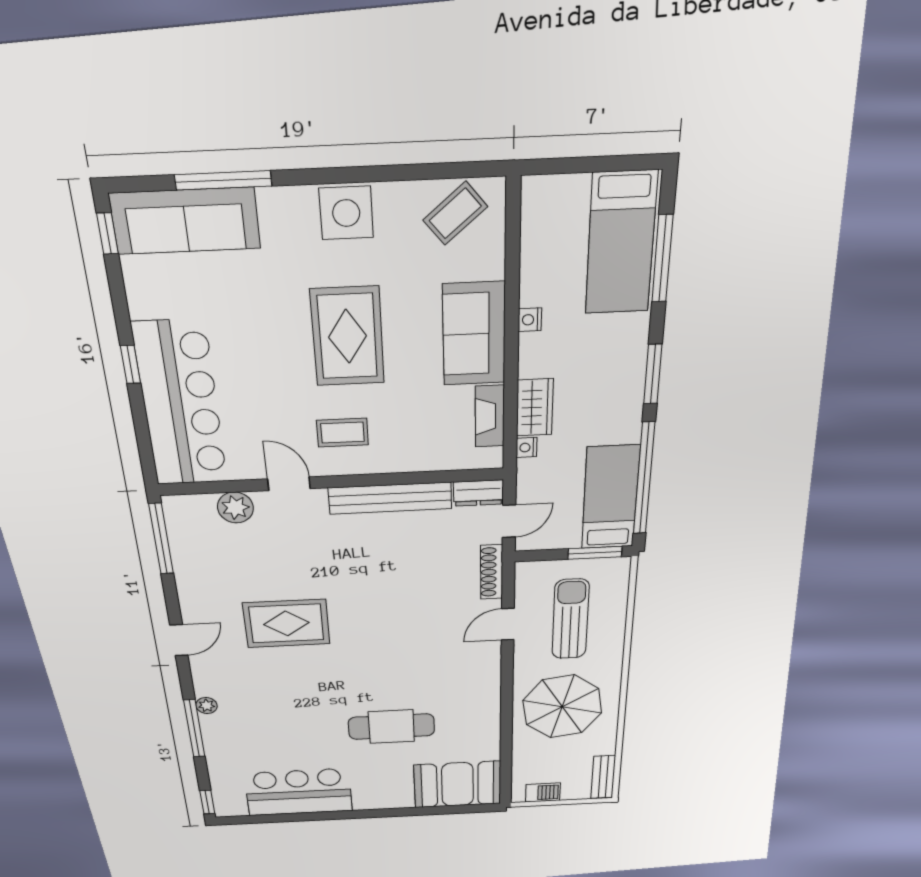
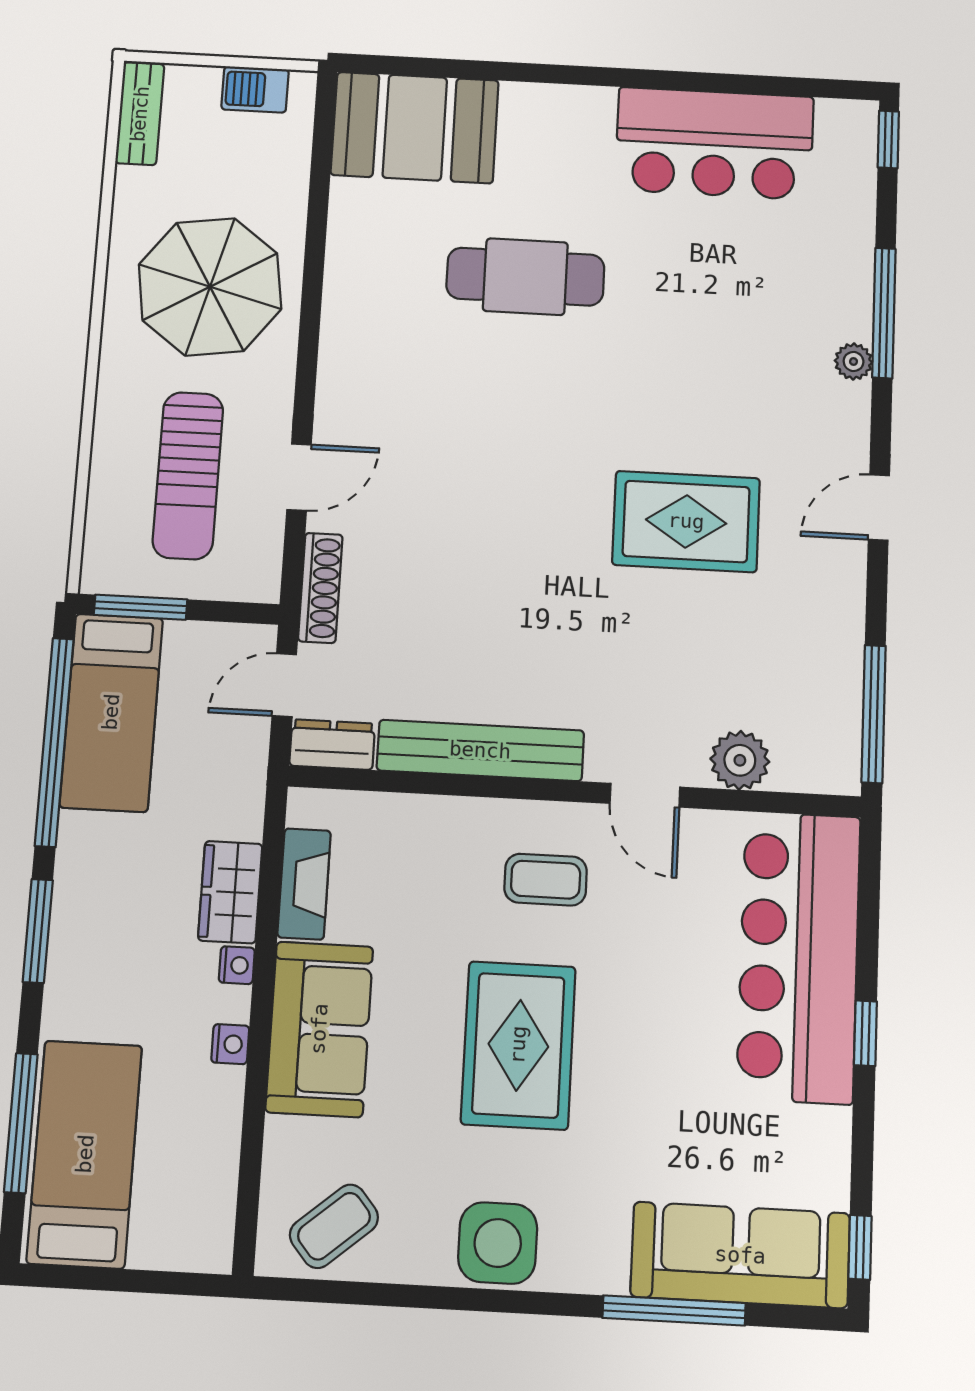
nightstand: (527, 447) -> (237, 965), moved

